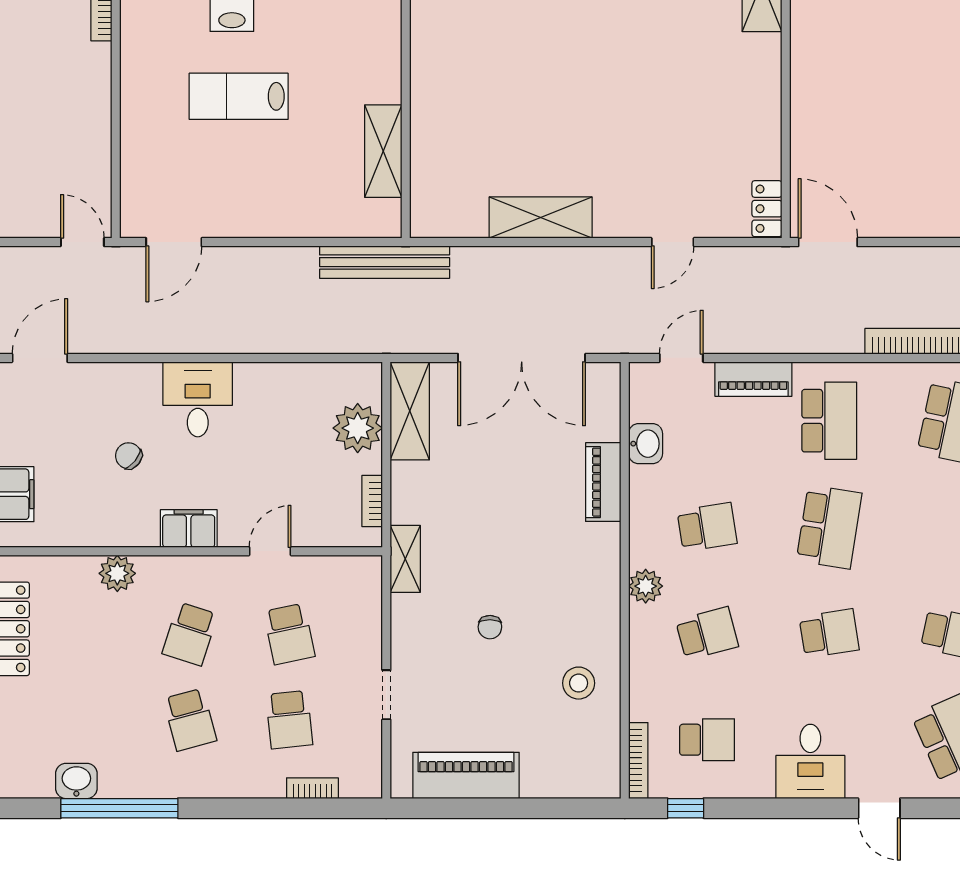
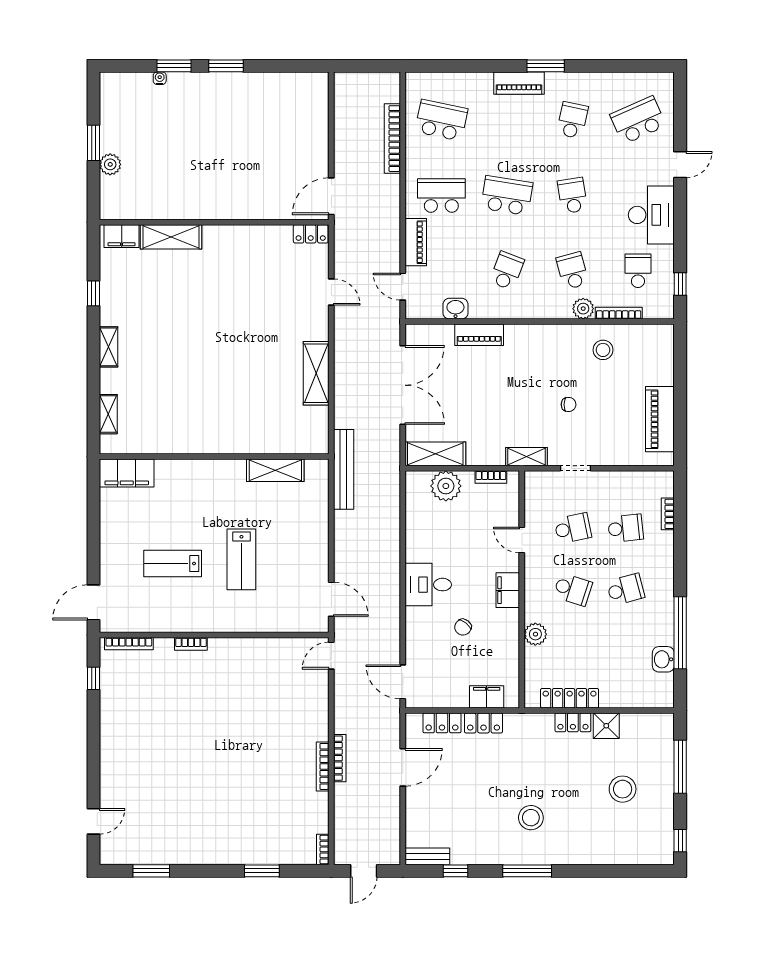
school desk: (707, 527) -> (507, 271), turned 30
plant: (646, 586) -> (583, 309), moved
doorway: (386, 695) -> (575, 468), moved
bookcase: (638, 761) -> (619, 313), moved
desk: (810, 761) -> (651, 215), width x1.37

